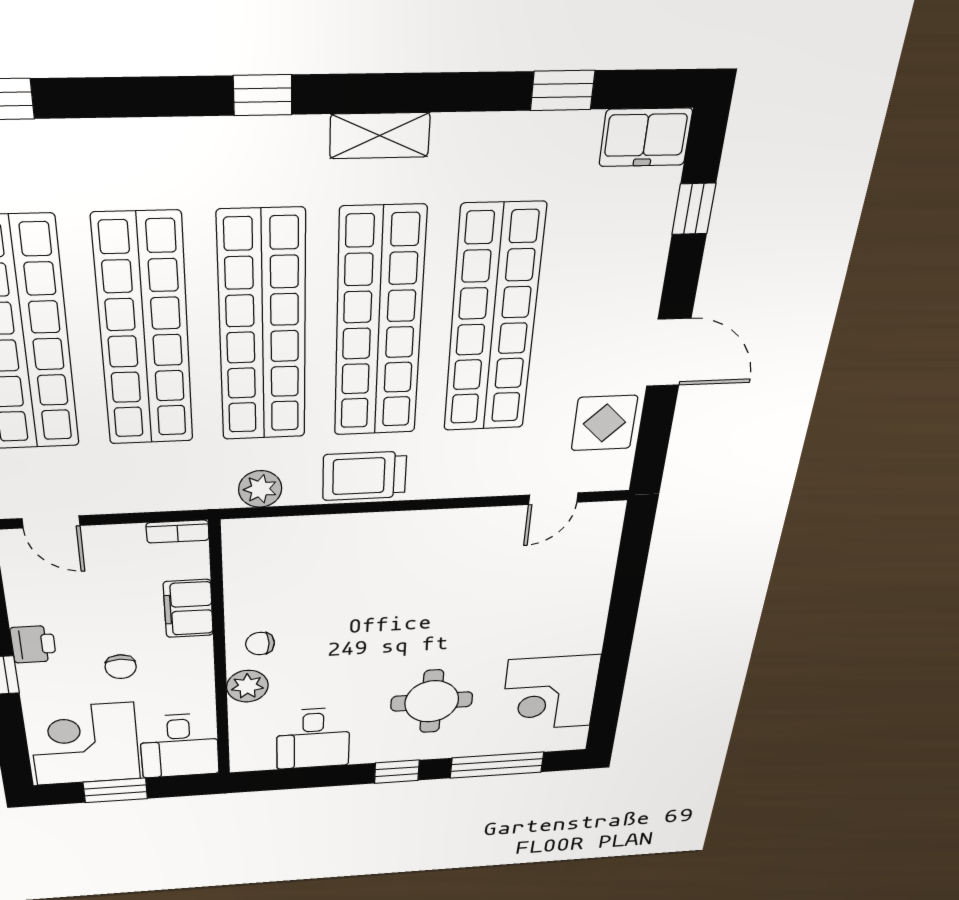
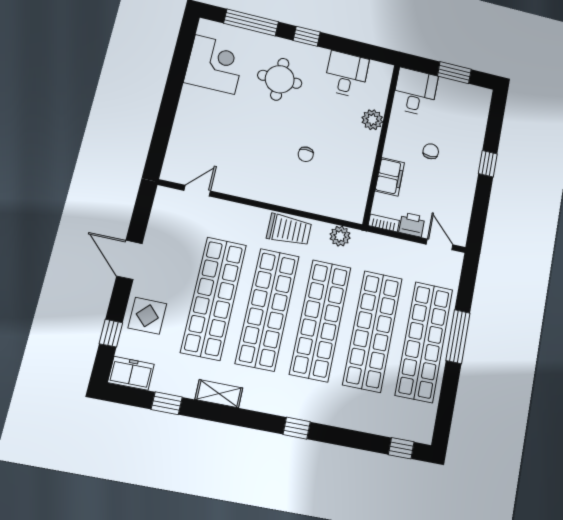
shelving: (380, 136) -> (219, 394), moved
display table: (604, 423) -> (147, 316), moved
printer: (33, 644) -> (412, 225), moved, turned 90
chair: (260, 644) -> (306, 154), moved, turned 90
corner desk: (85, 744) -> (461, 108), removed

